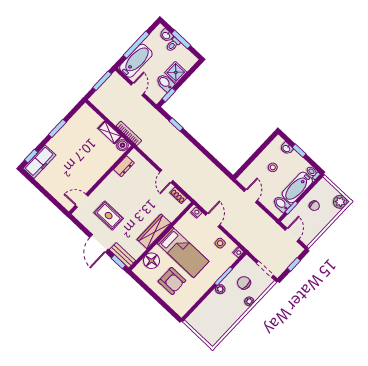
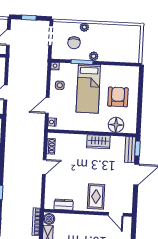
rug: (109, 216) -> (96, 196), moved
wardrobe: (154, 231) -> (98, 142), width x0.67
bed: (183, 252) -> (88, 88), moved, turned 180

